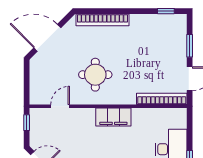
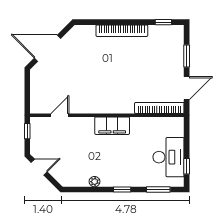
bookcase: (102, 20) -> (122, 31), moved
round table: (95, 75) -> (94, 84), removed

